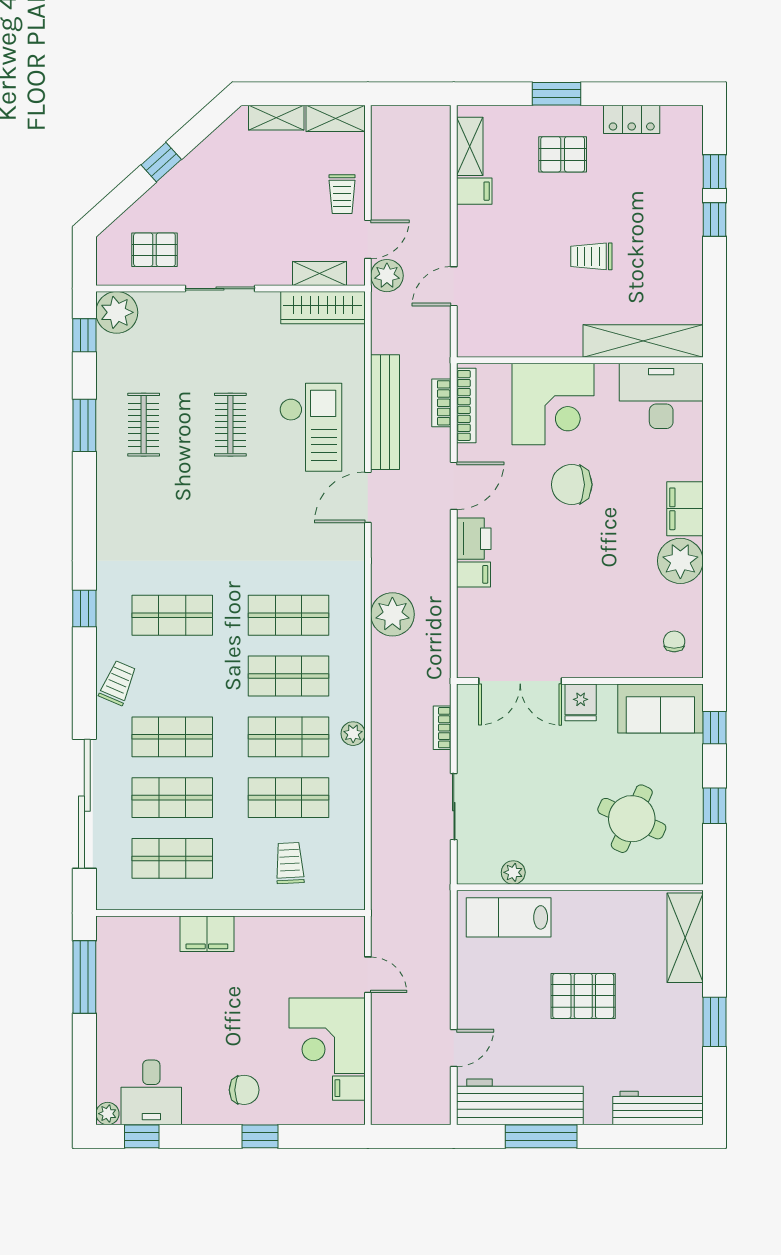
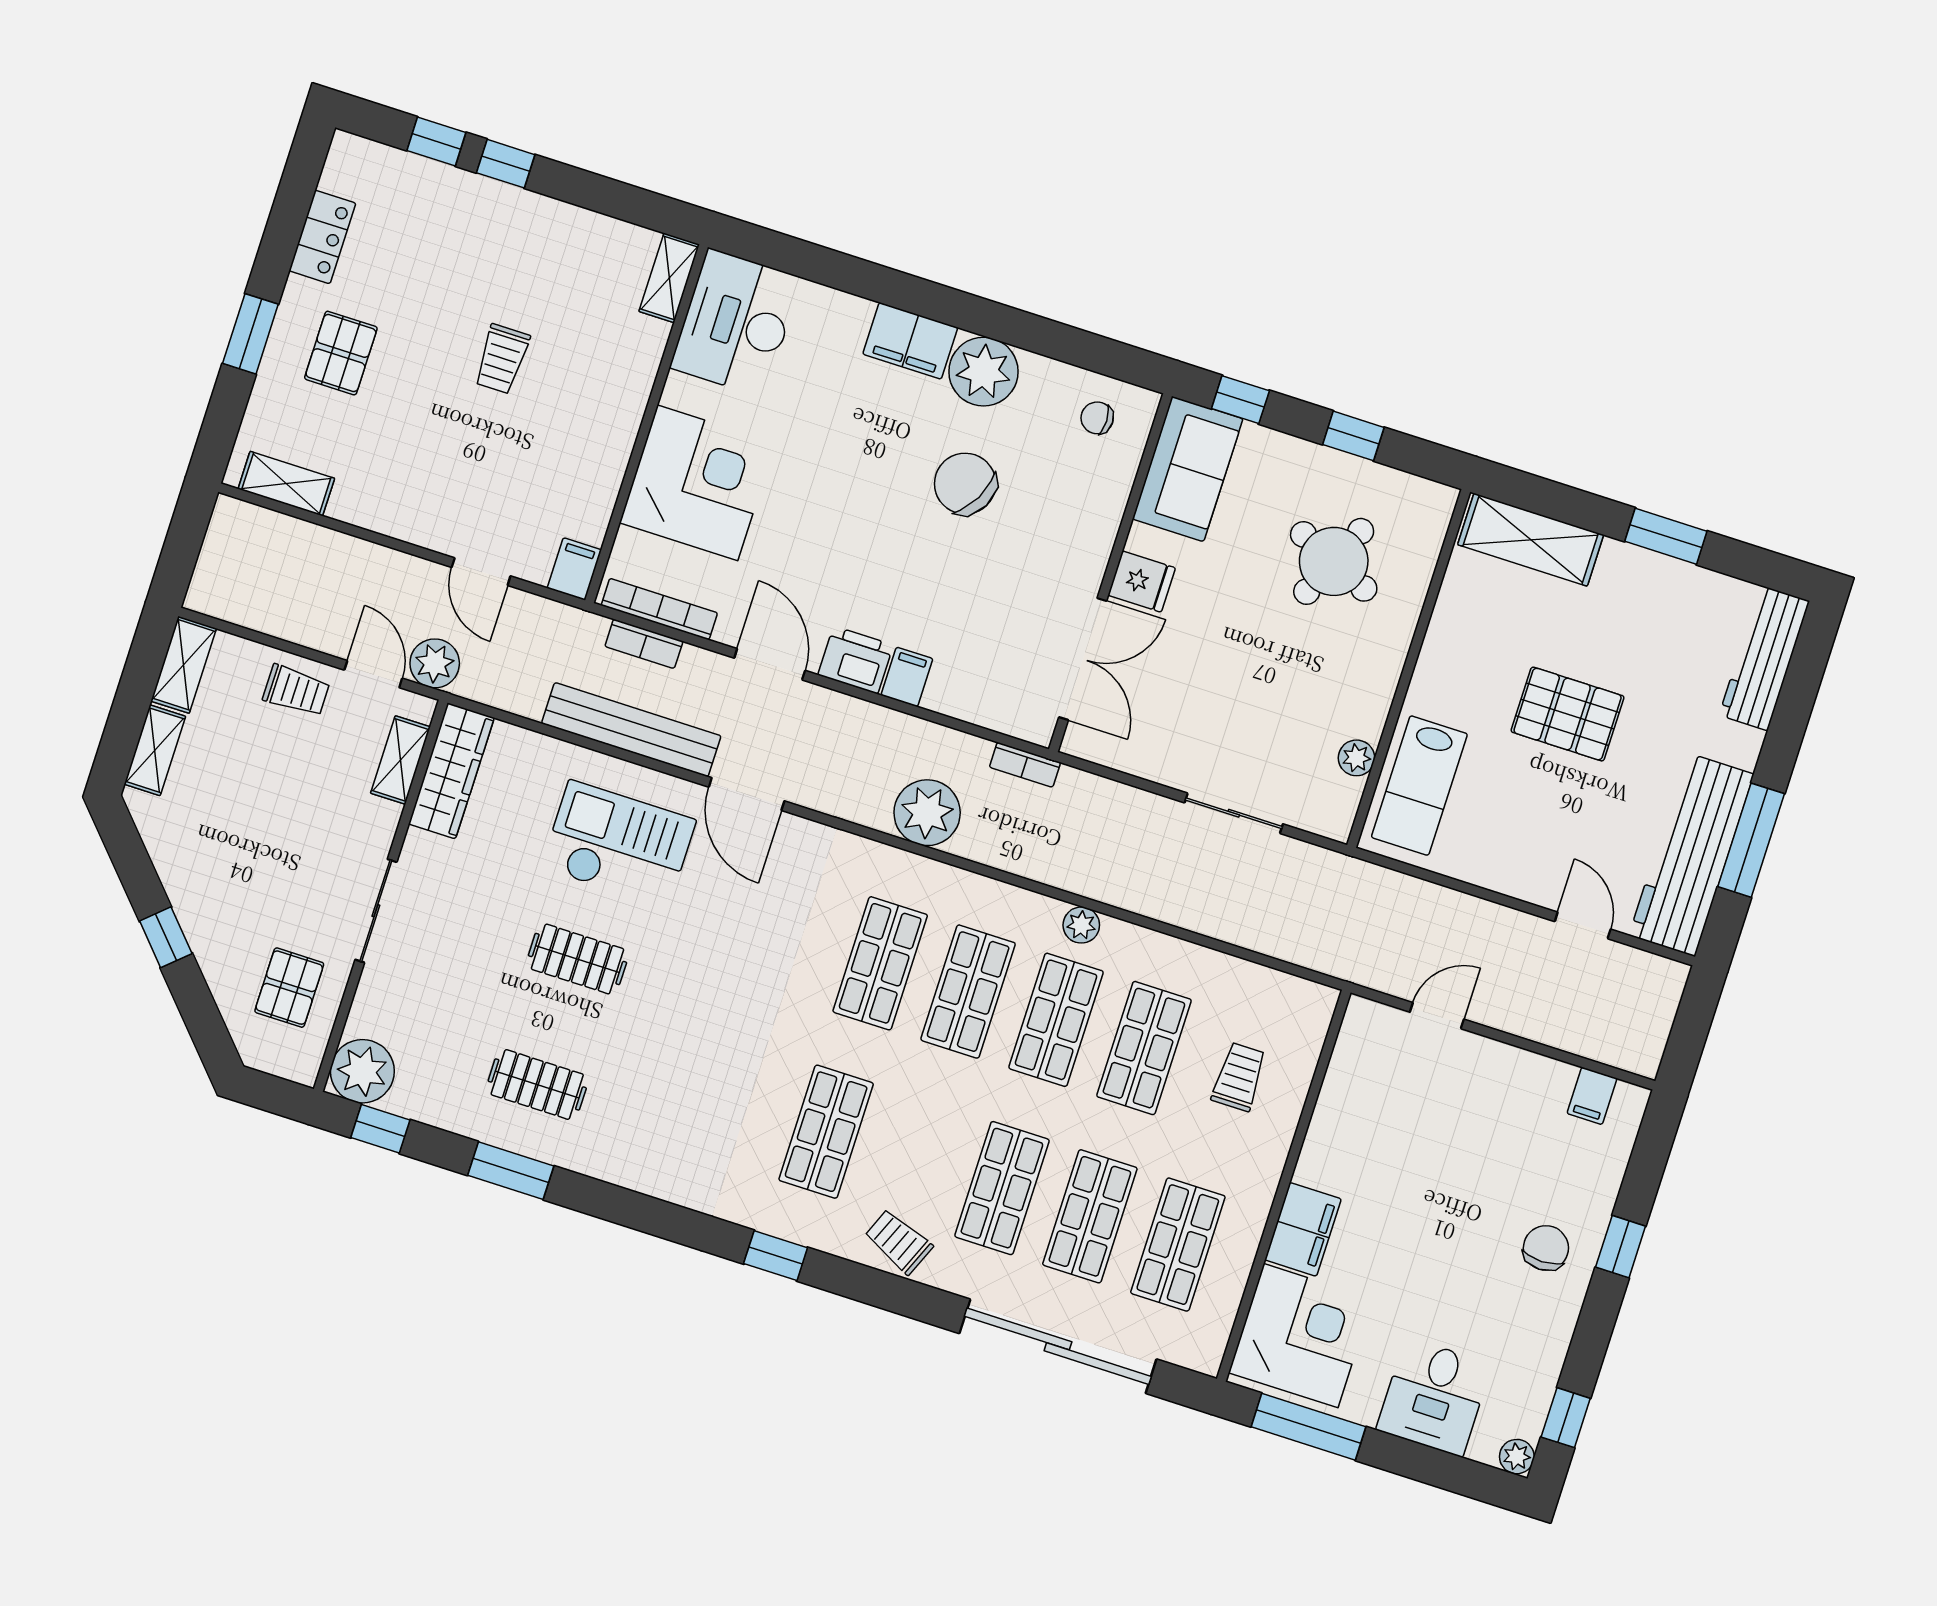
filing cabinet: (474, 191) -> (574, 569), moved
shelving: (643, 341) -> (669, 278), width x0.45, depth x0.75
chair: (572, 485) -> (965, 484), moved, turned 118
bookcase: (442, 728) -> (1025, 765), moved
trolley: (290, 863) -> (1239, 1077), turned 93
pallet: (583, 996) -> (1568, 714), turned 90
corner desk: (327, 1036) -> (1301, 1336), moved, turned -90
desk: (151, 1092) -> (1434, 1397), moved, turned 90

